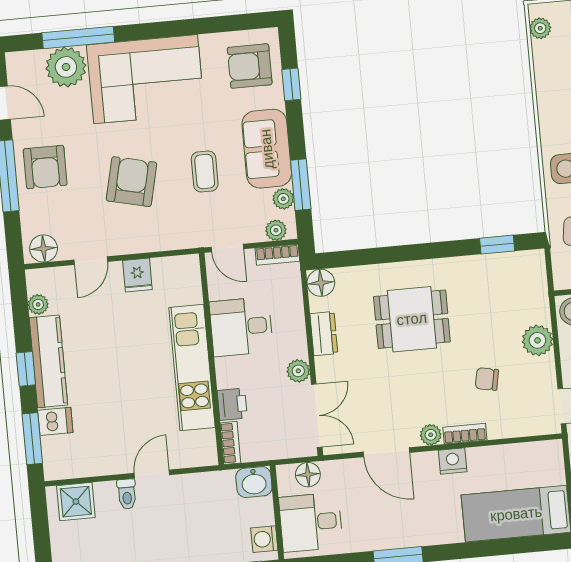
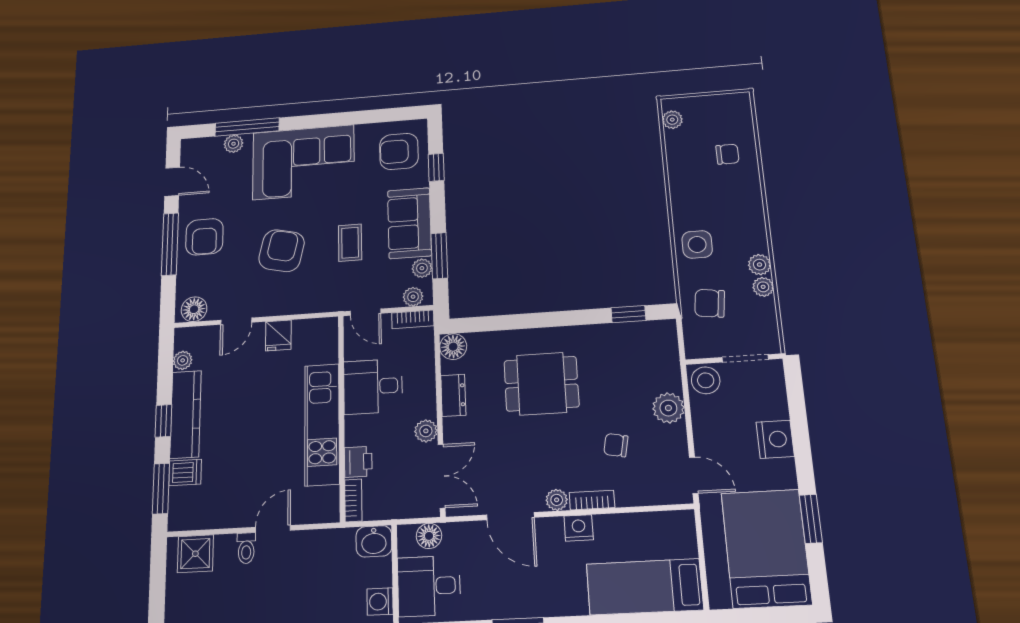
plant: (66, 67) -> (234, 144), width x0.53, depth x0.53

